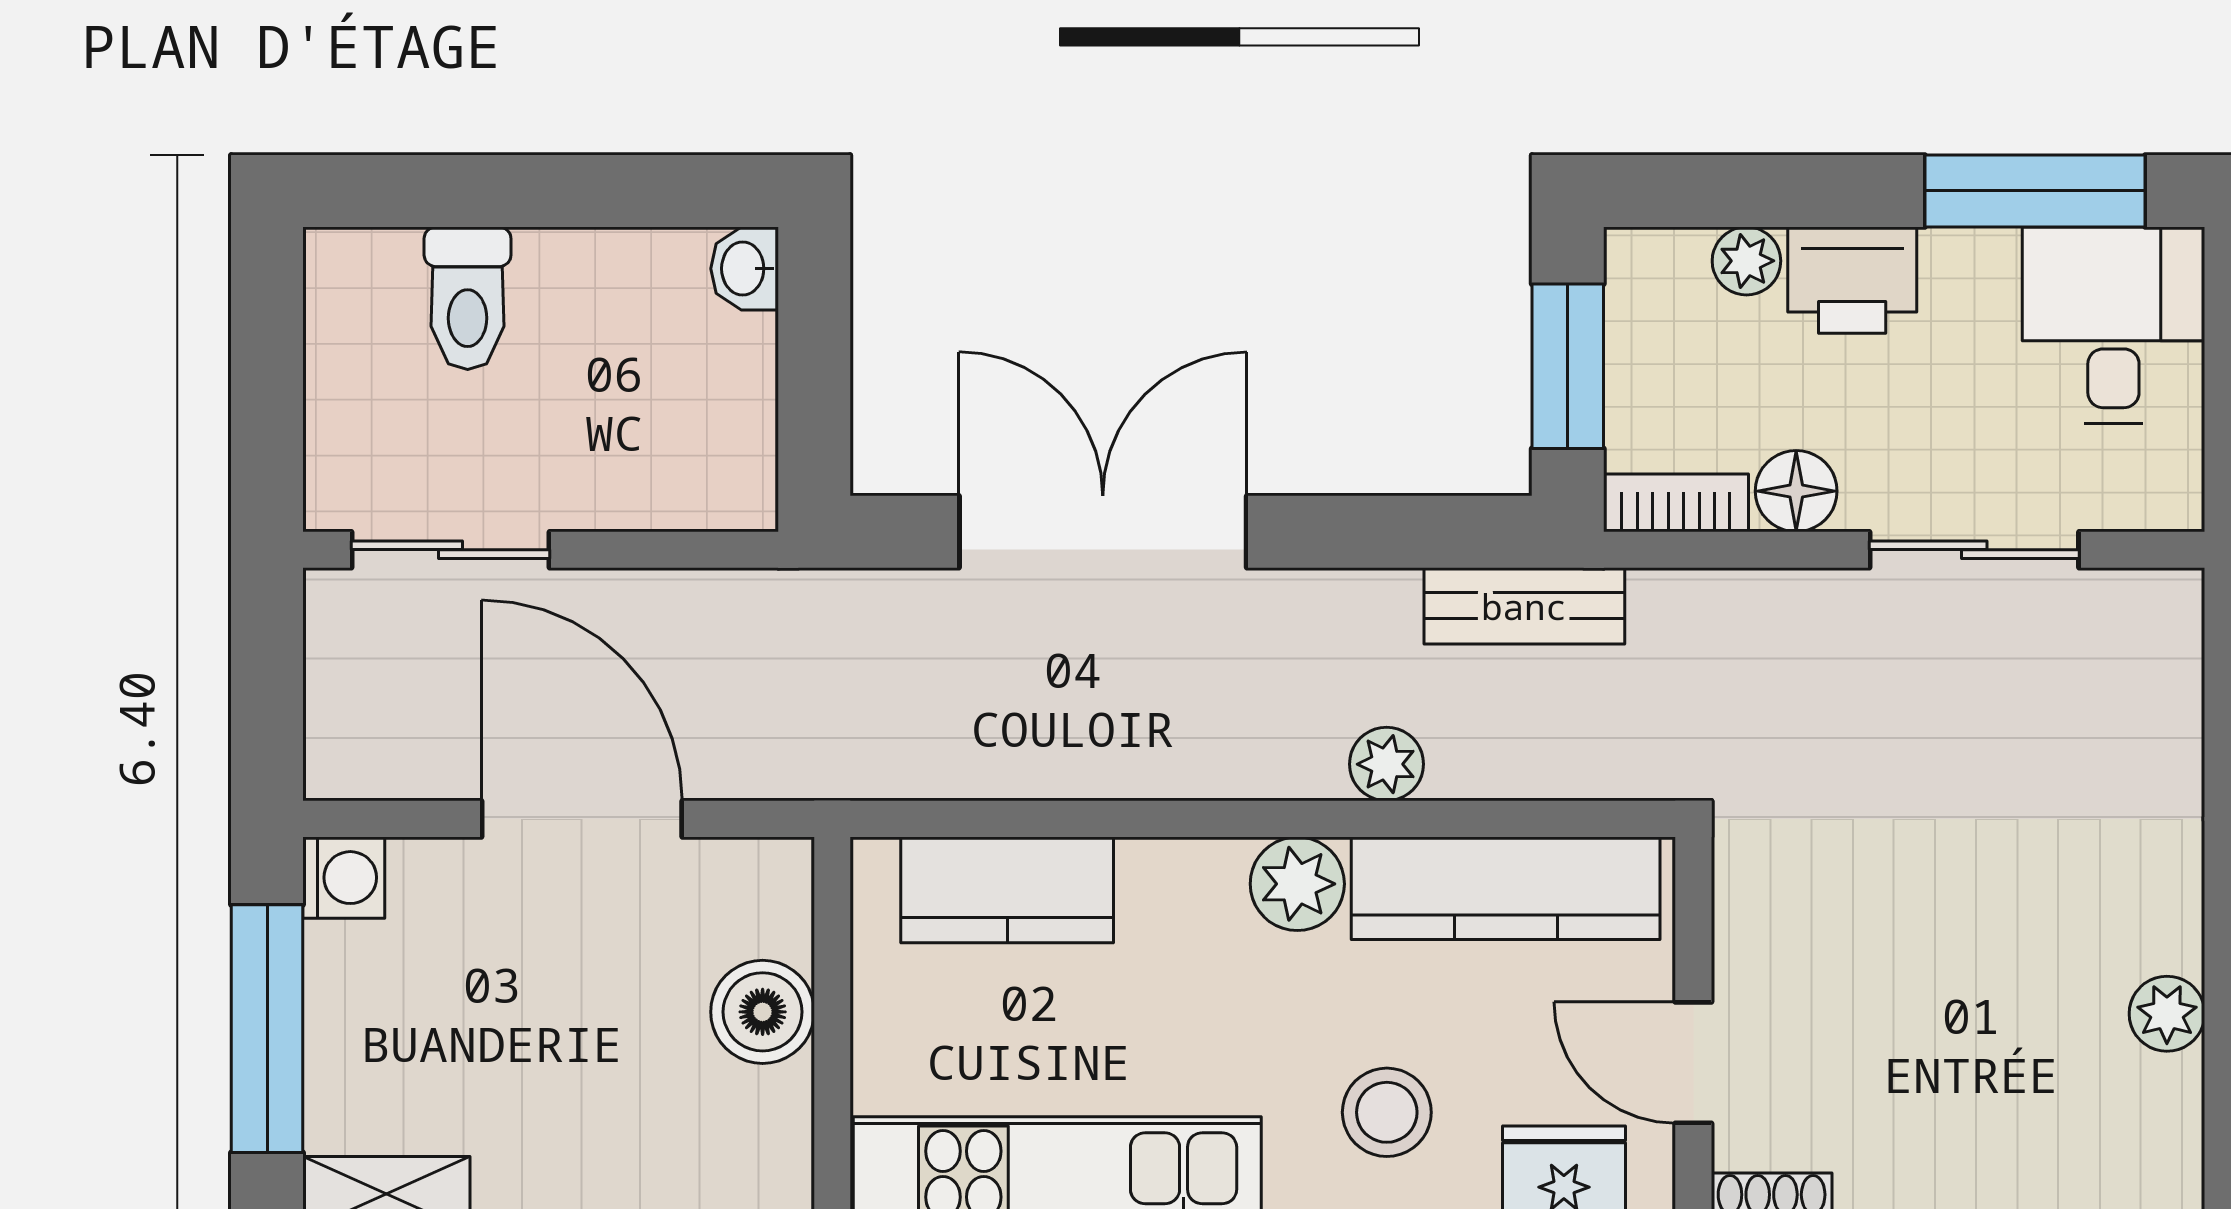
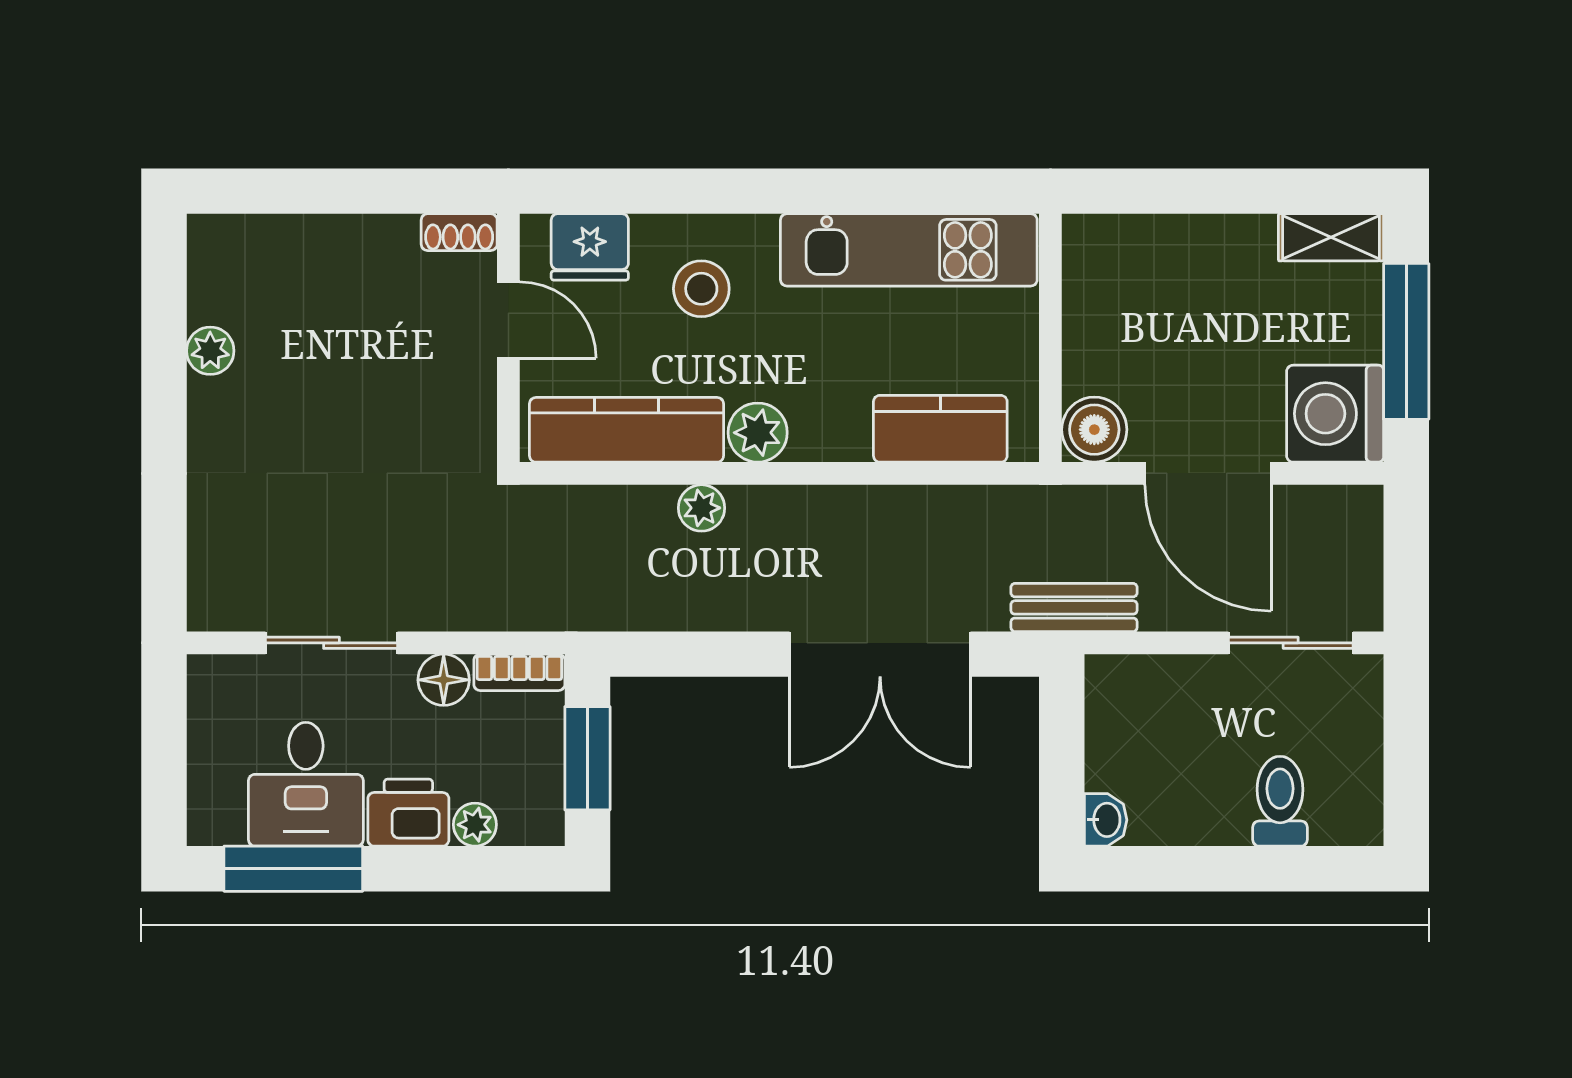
desk: (2113, 325) -> (306, 784), moved
bench: (1524, 606) -> (1074, 607), moved
washing machine: (344, 878) -> (1335, 414), width x1.89, depth x1.89
boiler: (763, 1012) -> (1094, 430), moved

